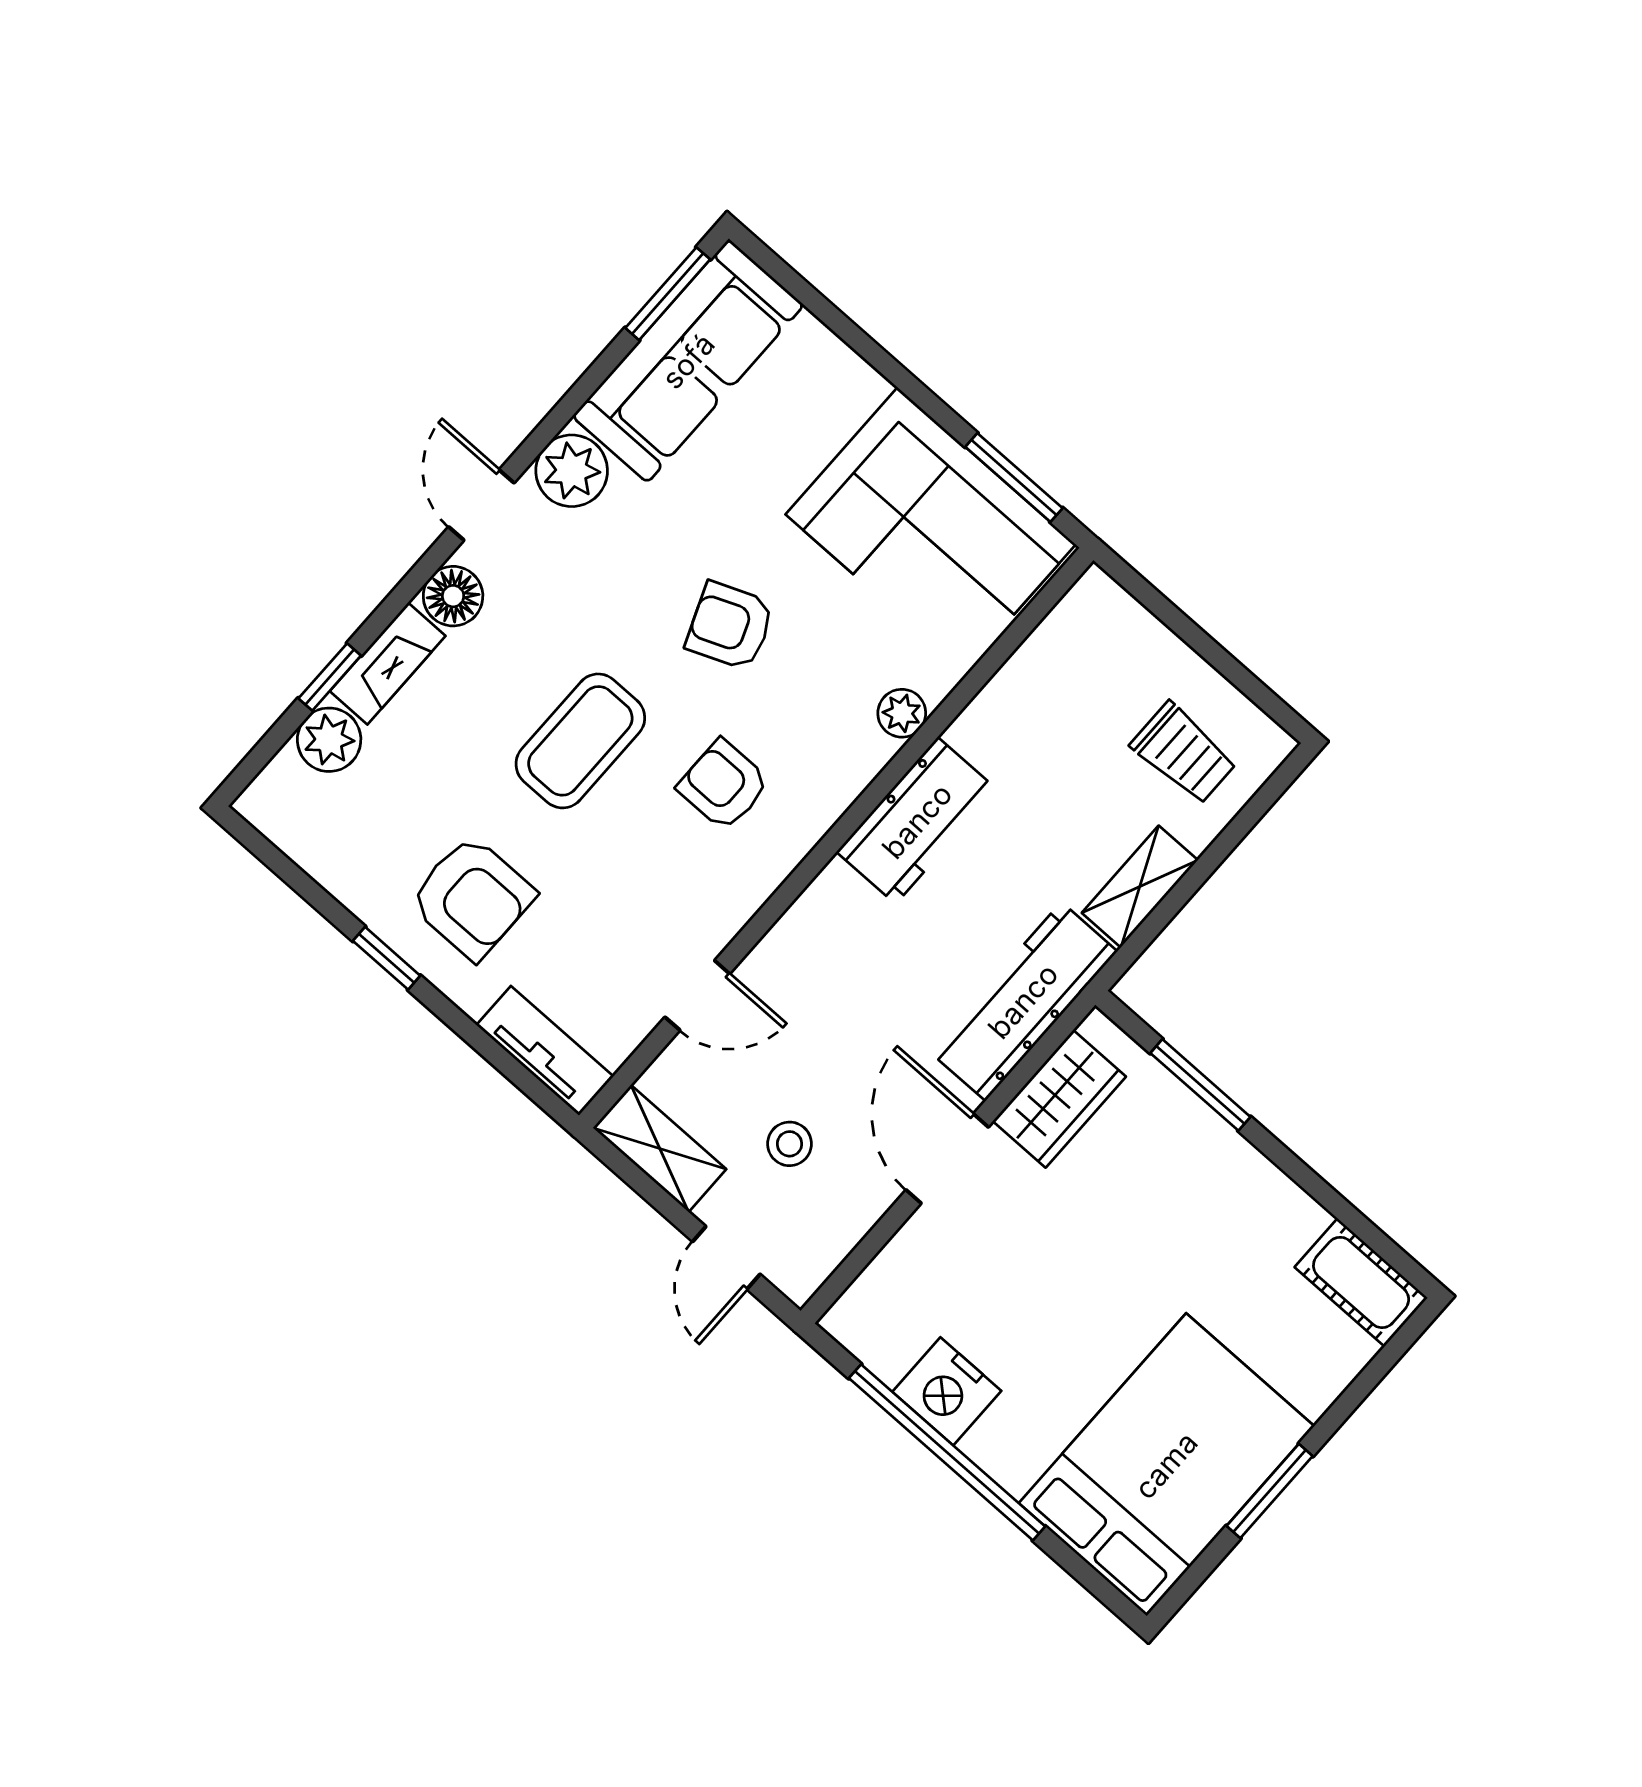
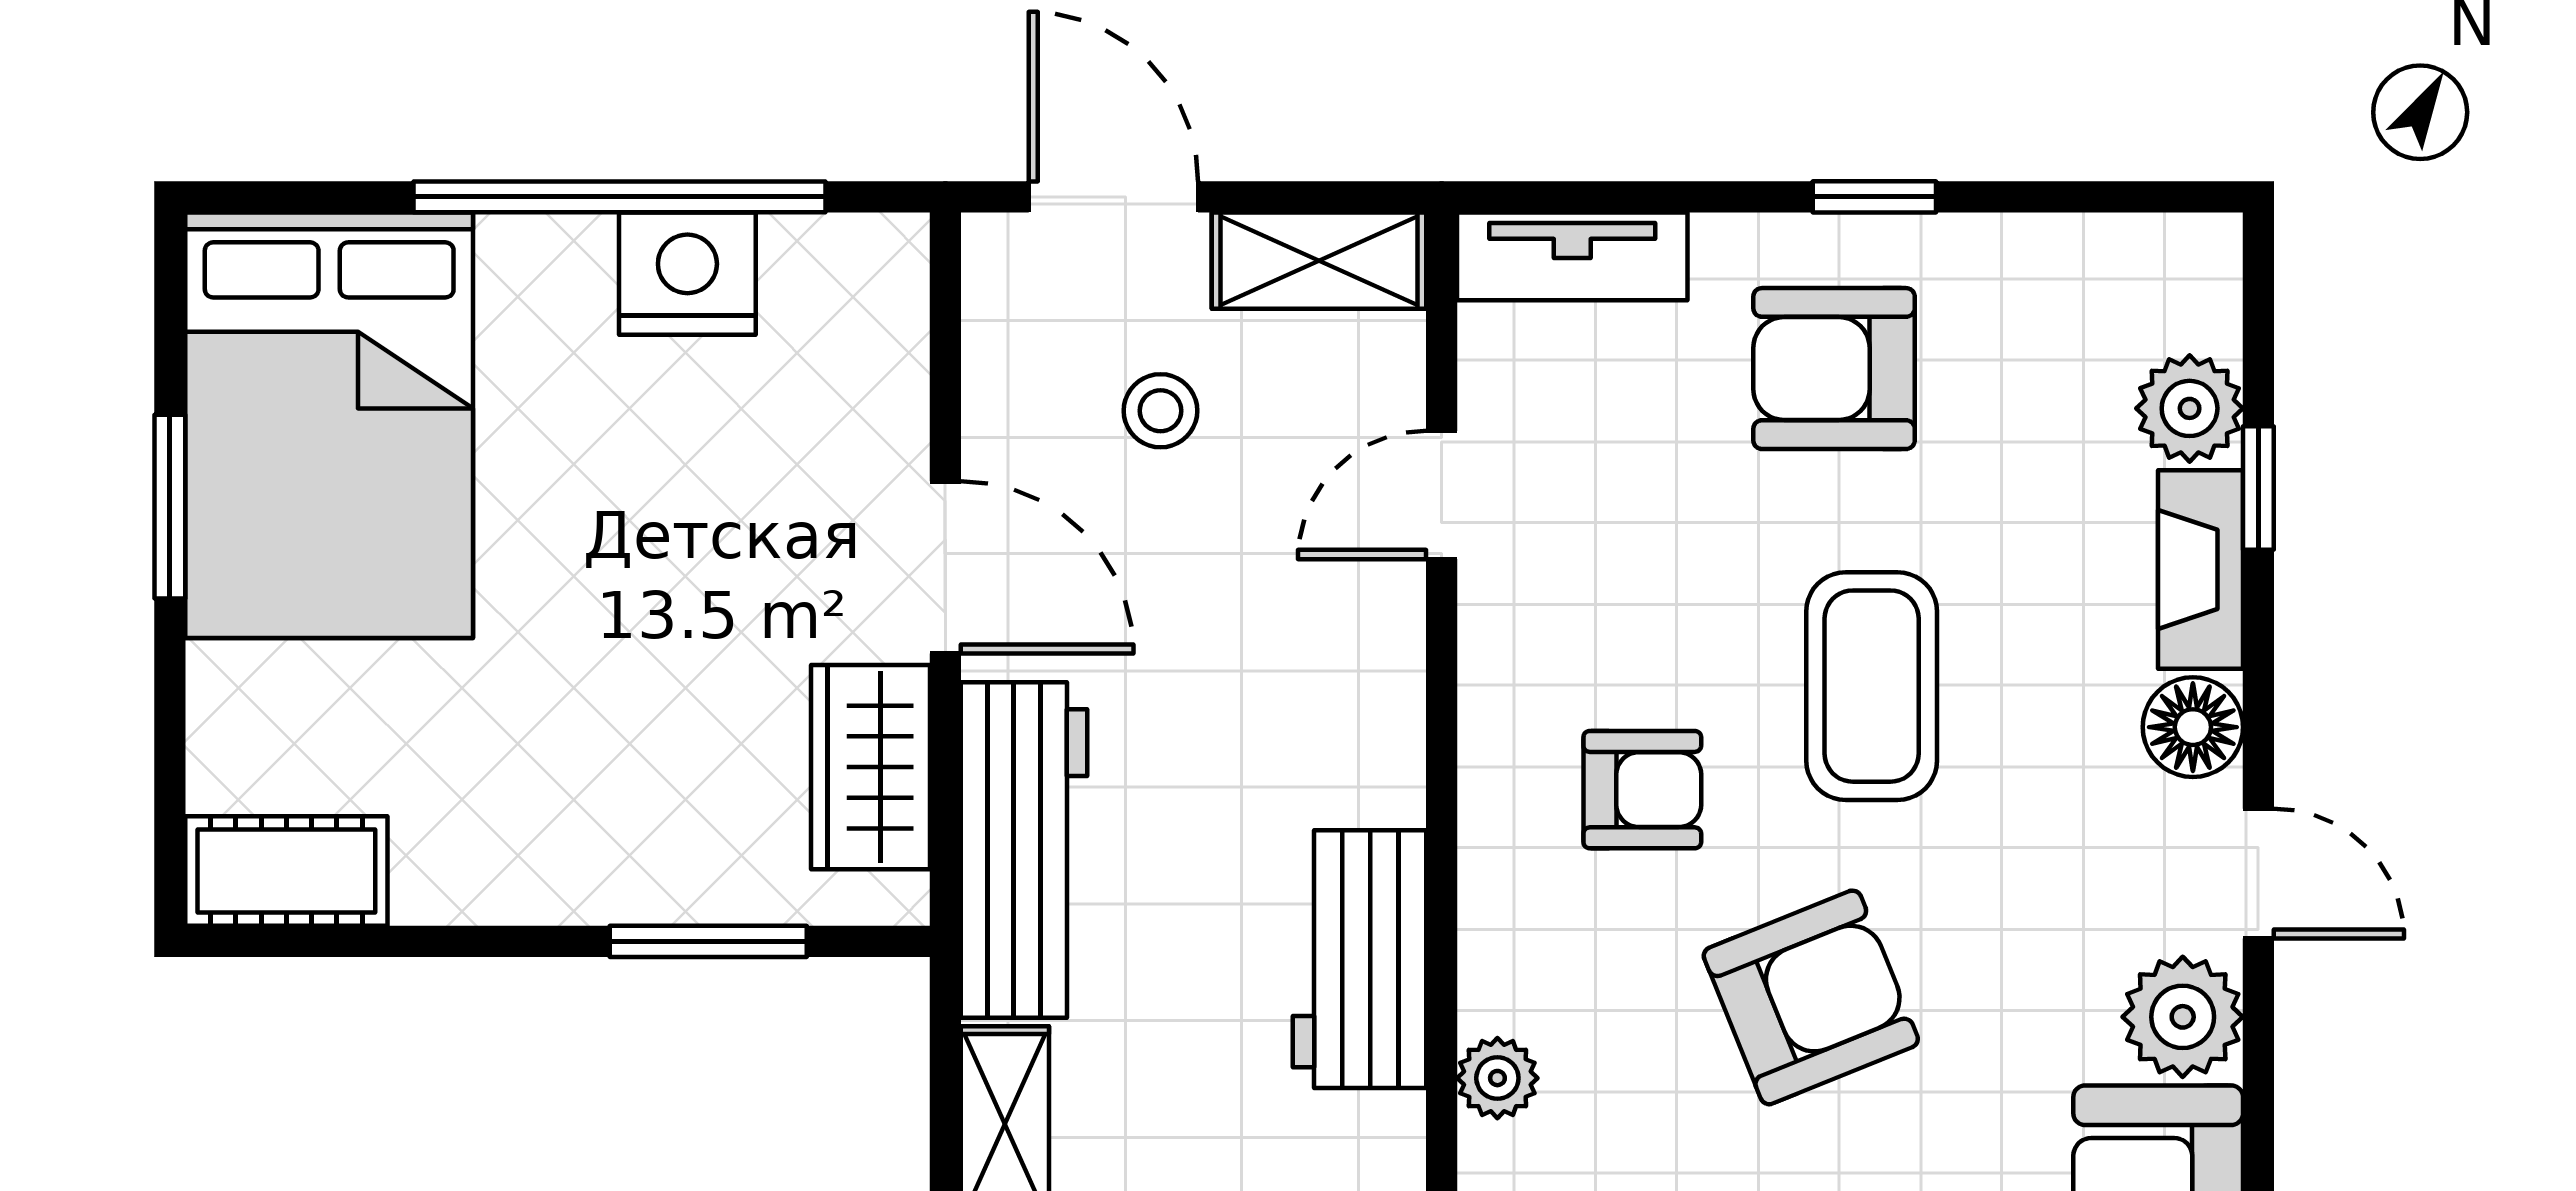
armchair: (730, 626) -> (1811, 997), width x1.38, depth x1.38
door: (726, 1258) -> (1113, 197), width x1.38

